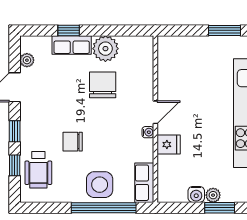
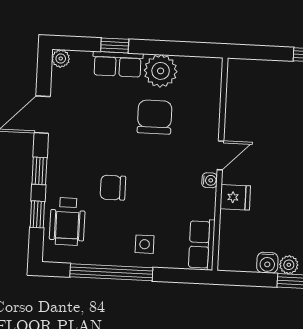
plant: (27, 60) -> (61, 59), moved
side table: (100, 185) -> (145, 244), width x0.54, depth x0.54
window: (104, 208) -> (111, 272), moved

